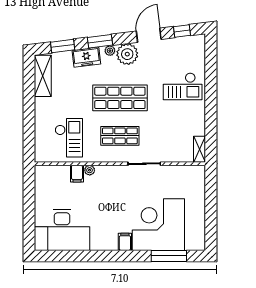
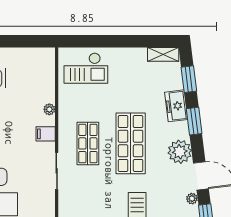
plant: (110, 51) -> (192, 199), moved
shelving: (43, 76) -> (163, 54), width x0.67, depth x0.75
checkout: (69, 138) -> (86, 68), moved
filing cabinet: (77, 174) -> (46, 134), moved

